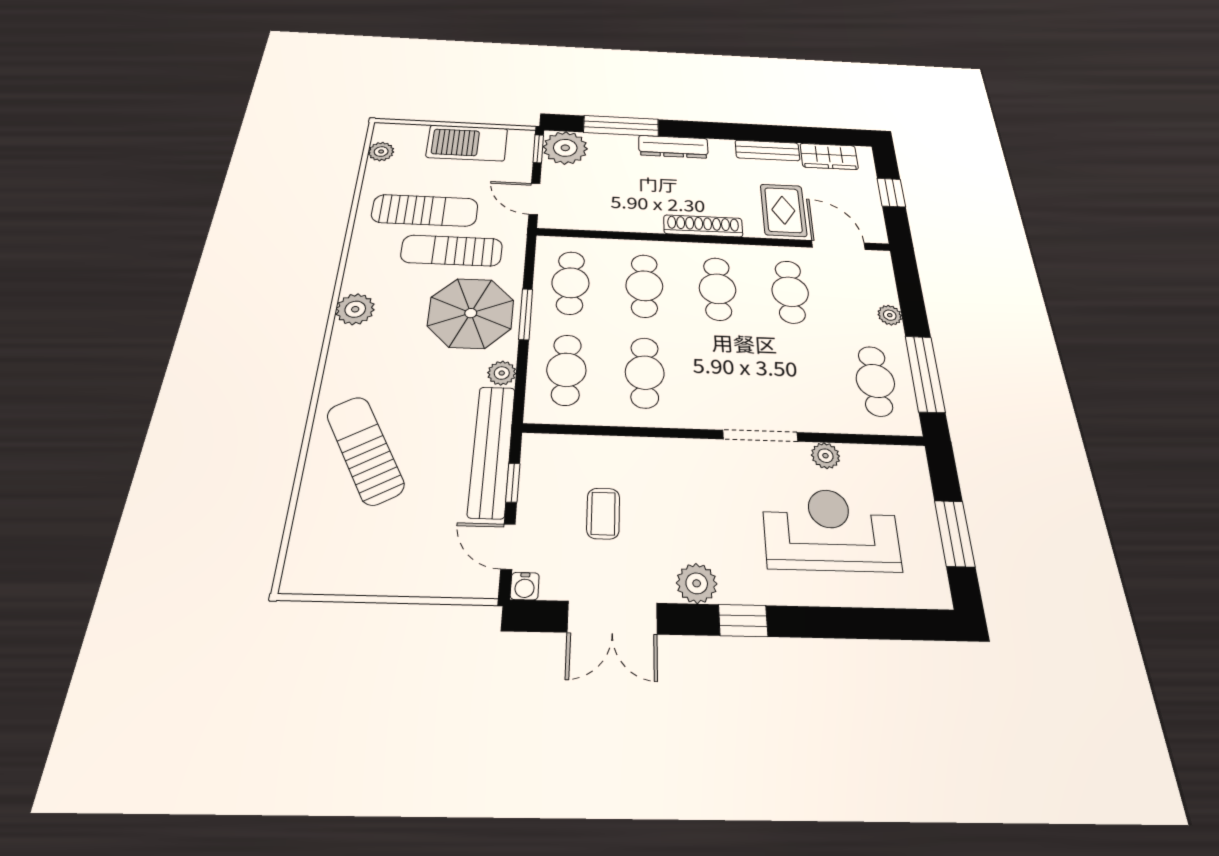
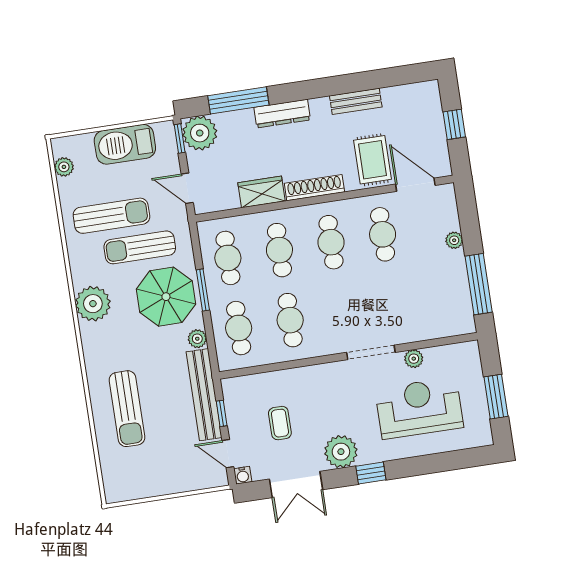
wardrobe: (829, 156) -> (262, 192), moved, turned 180
plant: (355, 309) -> (93, 304), width x1.36, depth x1.36
cafe table: (875, 381) -> (445, 296), removed
sun lounger: (365, 450) -> (127, 409), turned -151
plant: (697, 583) -> (341, 452), width x1.36, depth x1.36

